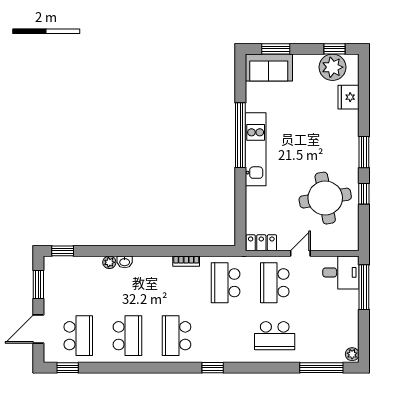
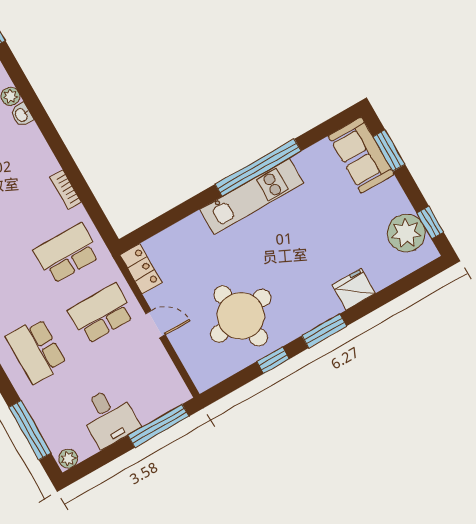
fridge: (349, 97) -> (354, 289), moved
desk: (341, 272) -> (109, 417), moved

